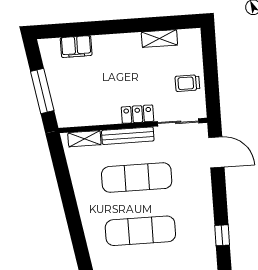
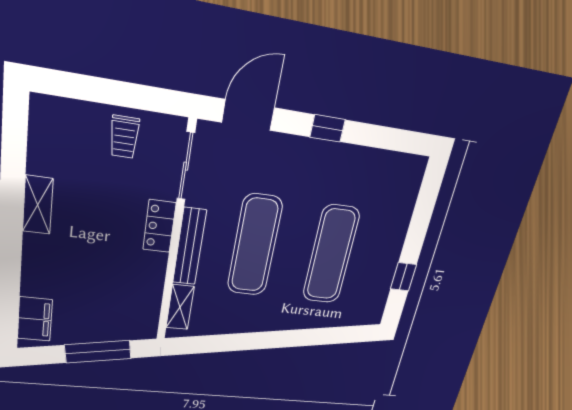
shelving: (159, 38) -> (38, 205), moved
filing cabinet: (76, 47) -> (35, 319), moved
window: (222, 235) -> (328, 128), moved

